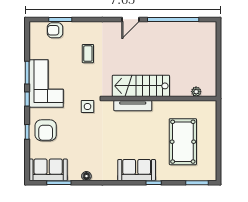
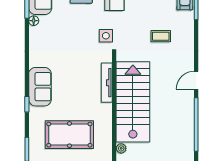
door: (130, 19) -> (196, 80), hinge flipped
stairs: (141, 86) -> (133, 102), width x1.36, depth x1.51
floor lamp: (86, 176) -> (34, 21), moved

